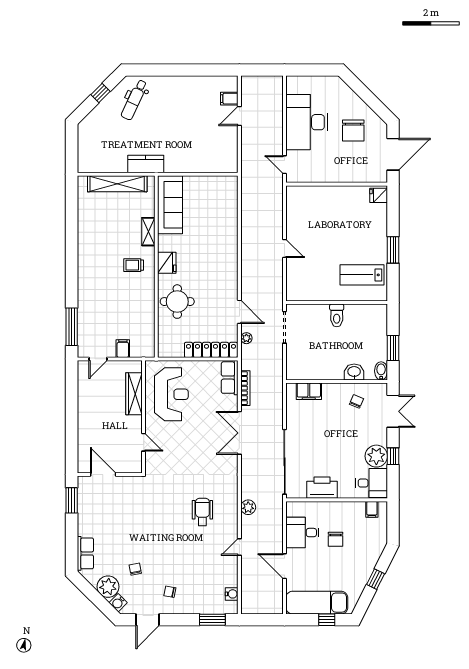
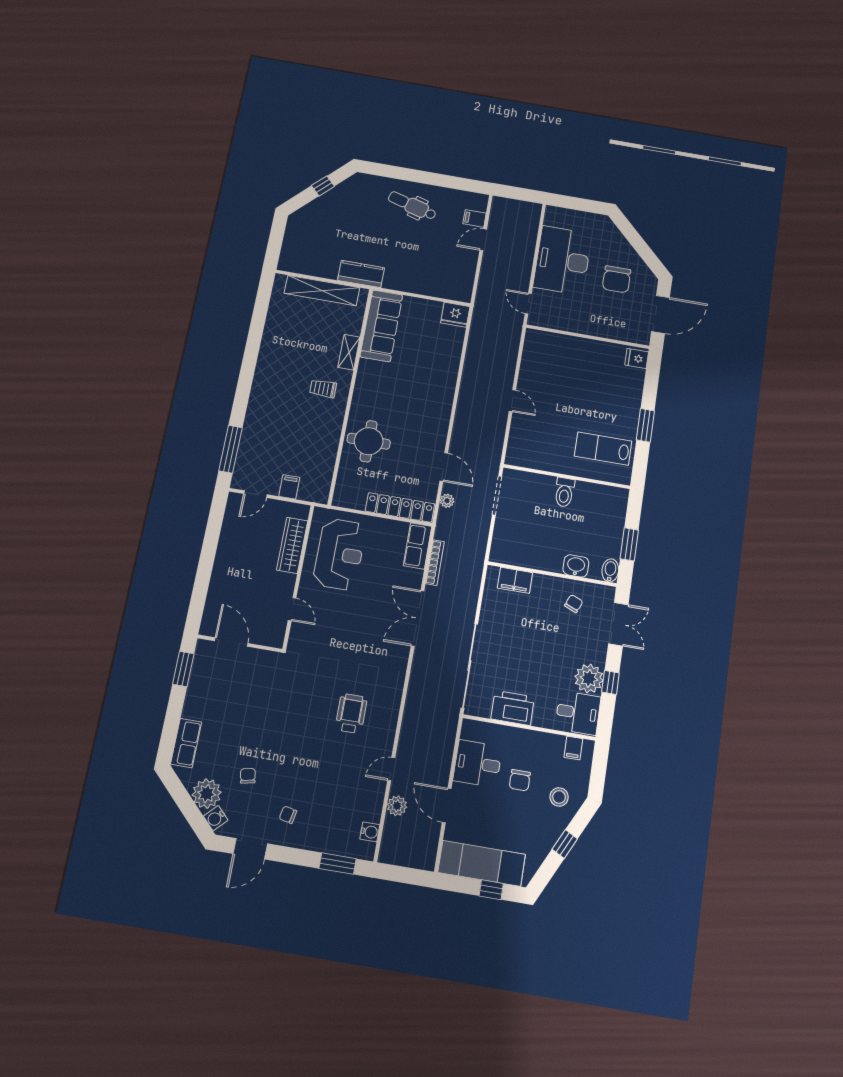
dental chair: (134, 100) -> (412, 206), moved, turned 81
fridge: (167, 263) -> (455, 315), moved, turned 90
plant: (248, 507) -> (397, 806), moved
stool: (366, 546) -> (559, 797), added

